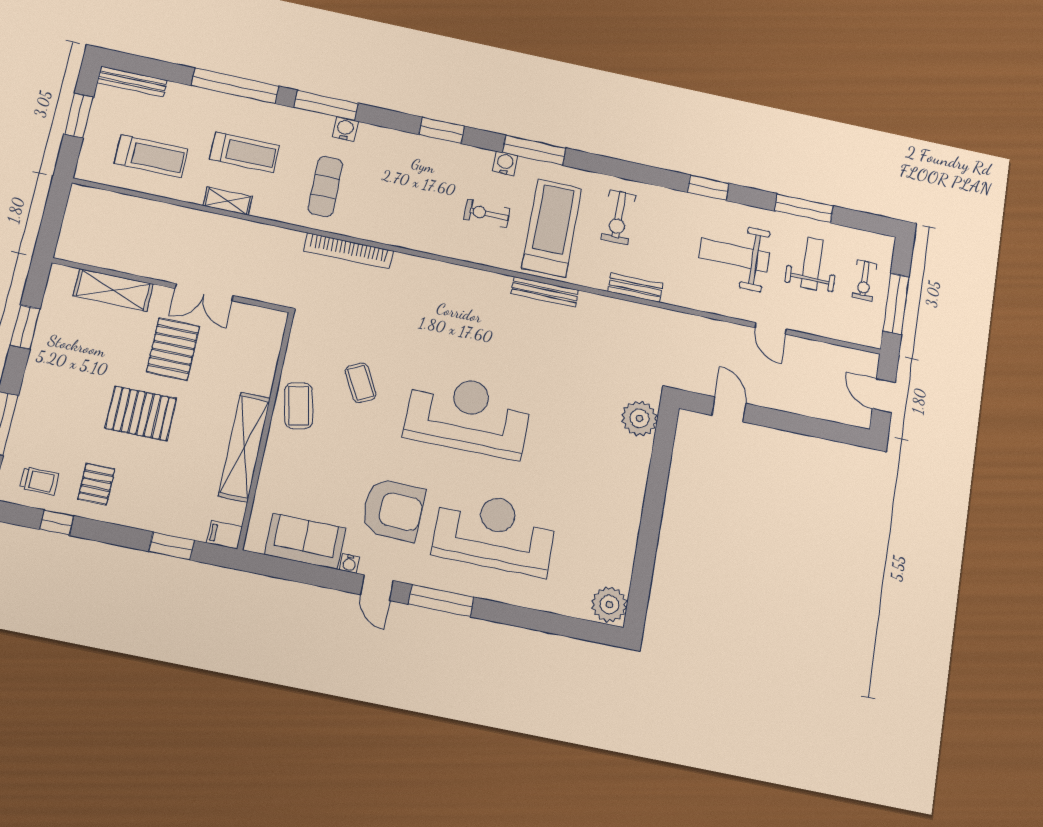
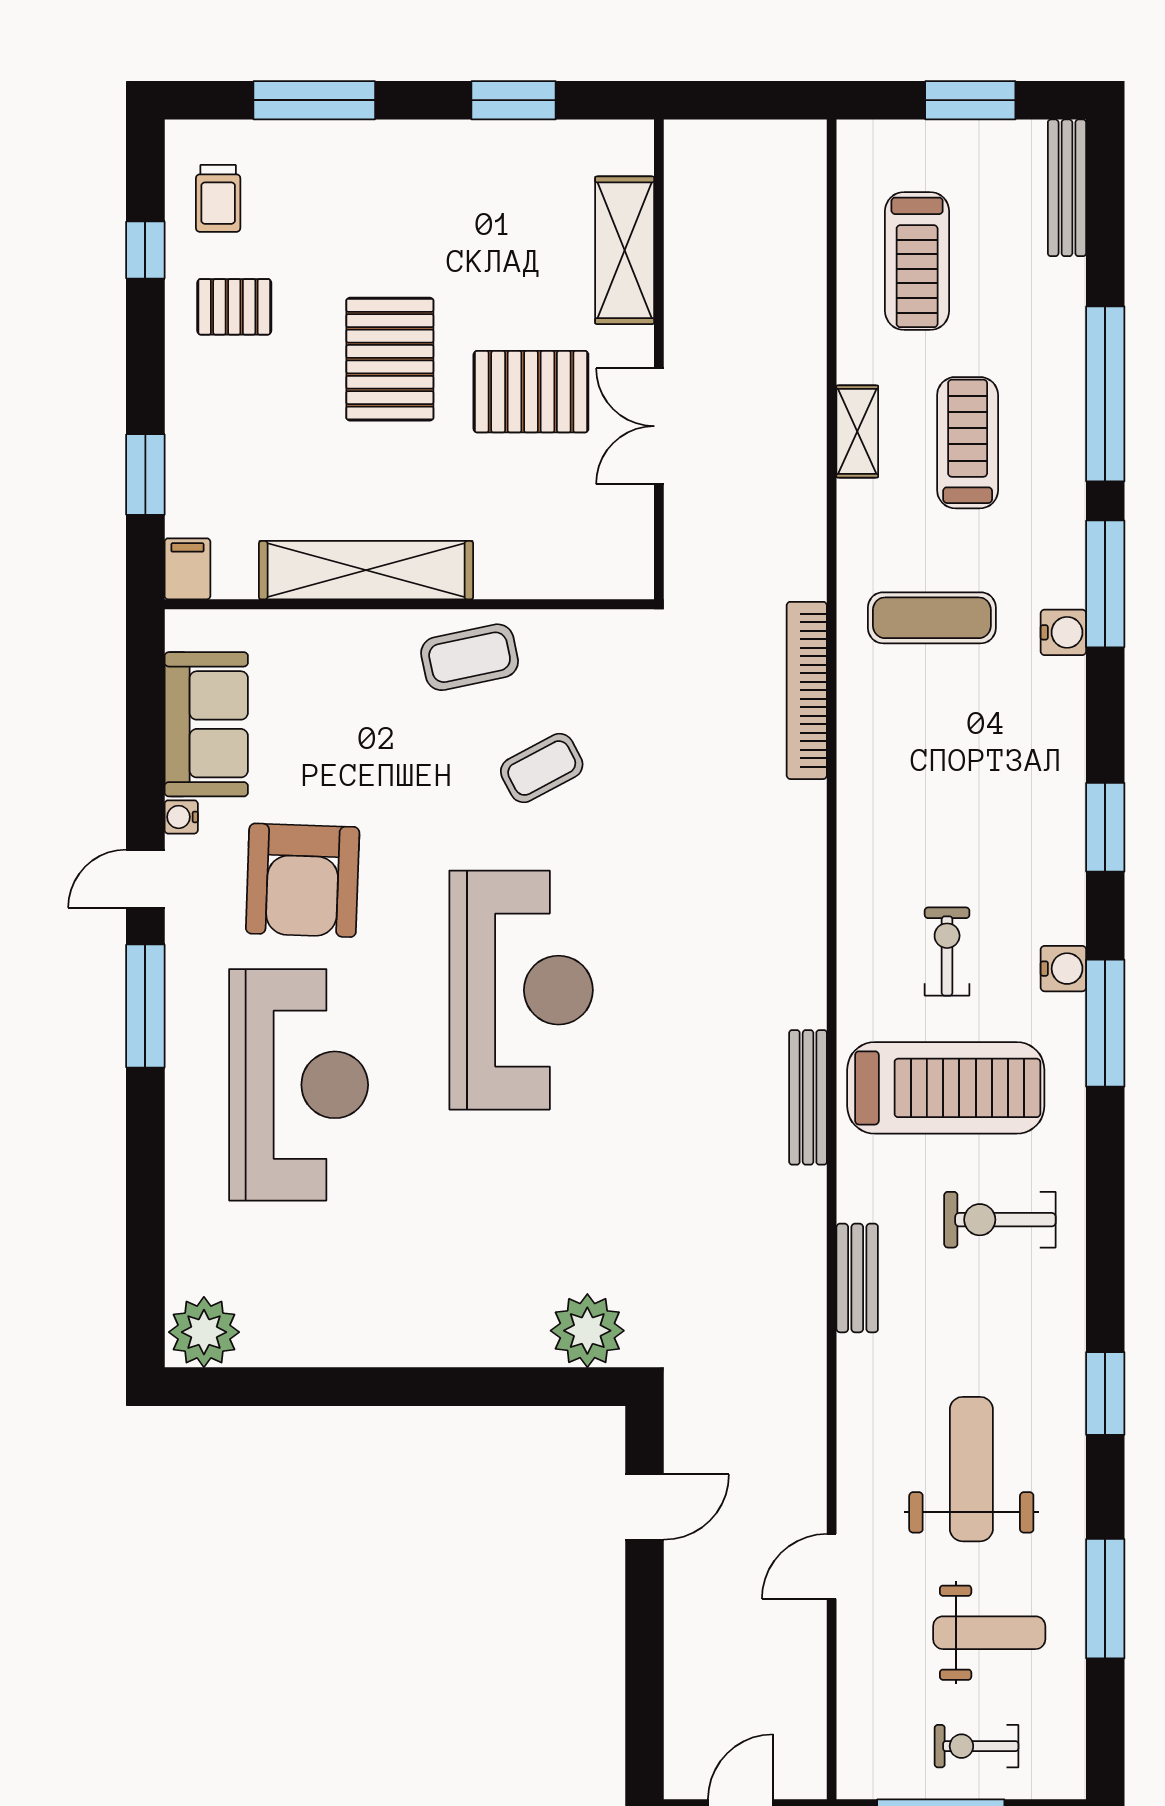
treadmill: (245, 152) -> (968, 443), turned 180

